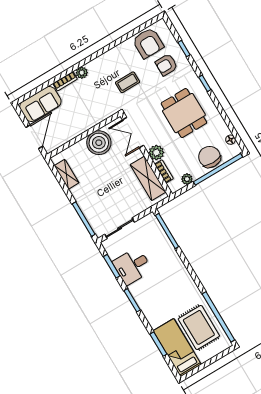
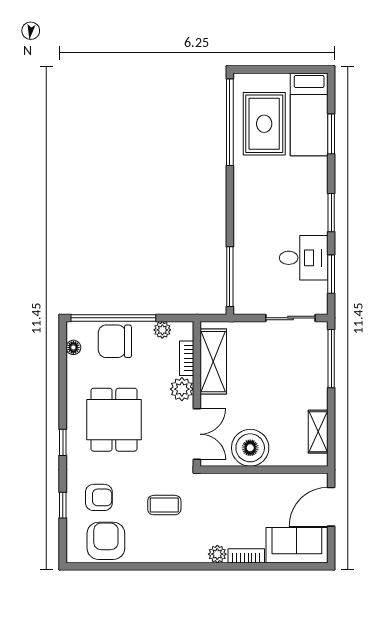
chair: (210, 157) -> (115, 341), turned 90

